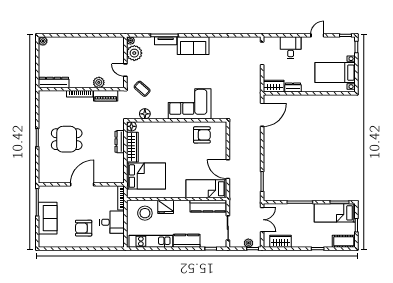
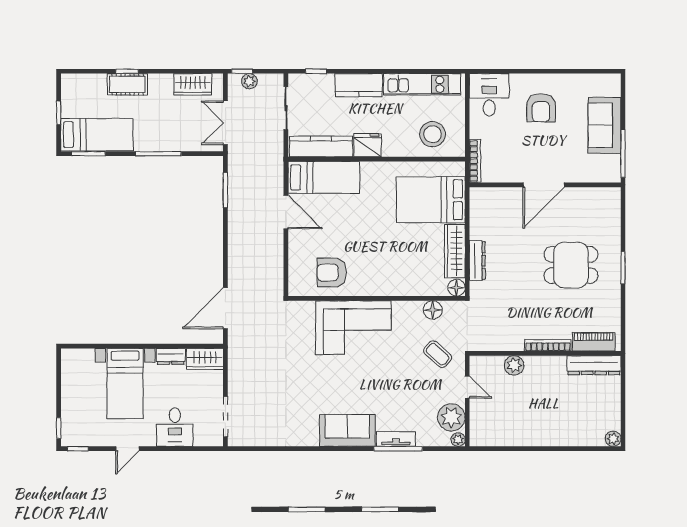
bed with nightstands: (335, 73) -> (125, 384), moved, turned 90
piano: (106, 96) -> (594, 342), moved
fridge: (166, 207) -> (368, 145), moved
desk: (112, 222) -> (489, 95), moved, turned 90
armchair: (84, 228) -> (541, 108), turned 90
cot: (344, 241) -> (127, 84), moved

